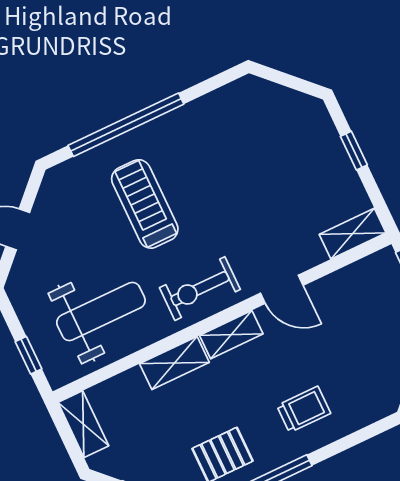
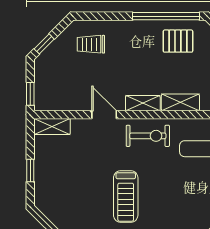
treadmill: (145, 204) -> (126, 196), moved
trolley: (304, 409) -> (91, 44), moved

